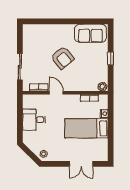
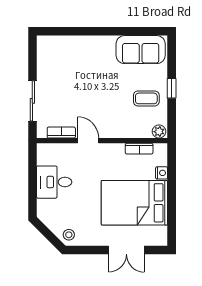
armchair: (62, 58) -> (98, 87), removed
coffee table: (94, 65) -> (146, 98), added
bed: (86, 128) -> (134, 203), width x1.50

